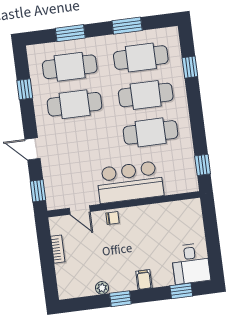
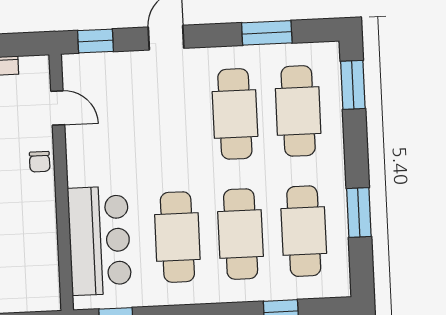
window: (70, 33) -> (353, 85), moved
window: (25, 89) -> (267, 33), width x1.50
bar counter: (130, 182) -> (99, 241), moved
door: (80, 210) -> (58, 108), swing flipped

